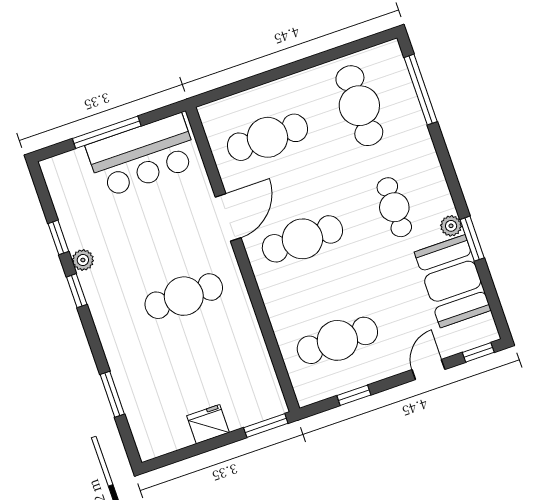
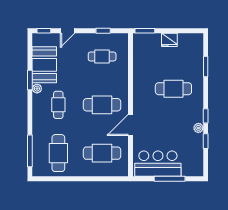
cafe table: (184, 296) -> (173, 89), moved
cafe table: (337, 340) -> (102, 57), width x0.73, depth x0.74

